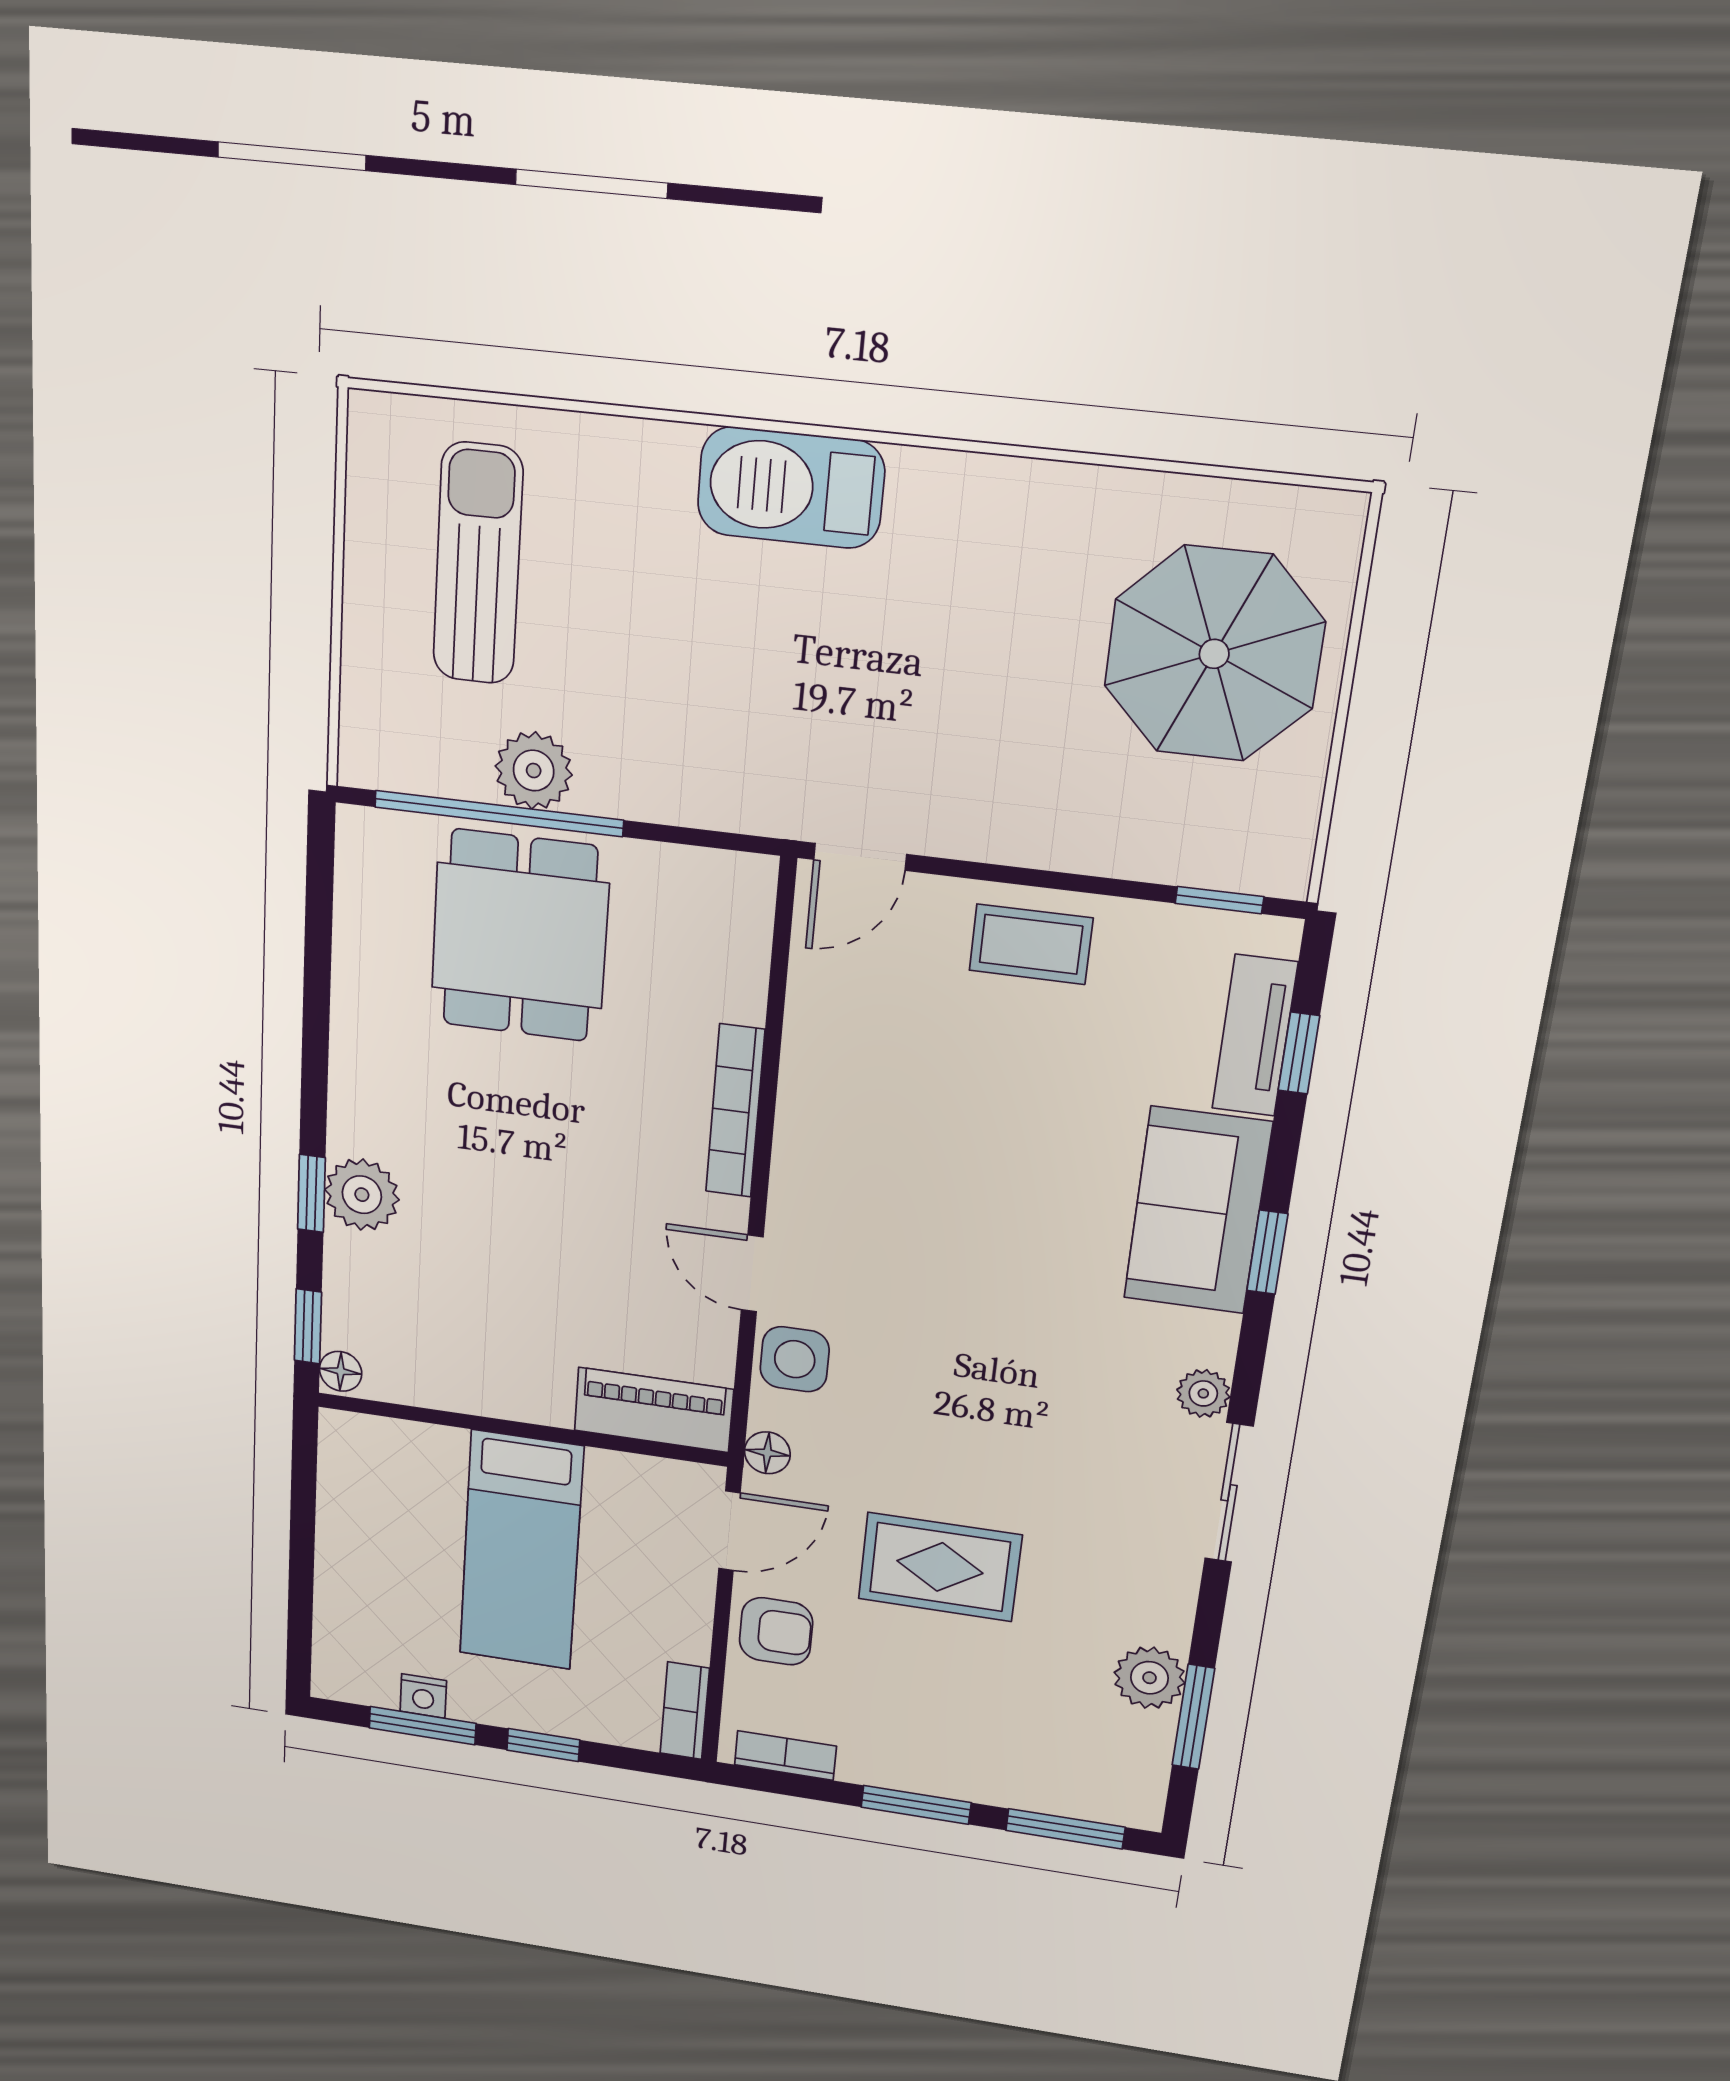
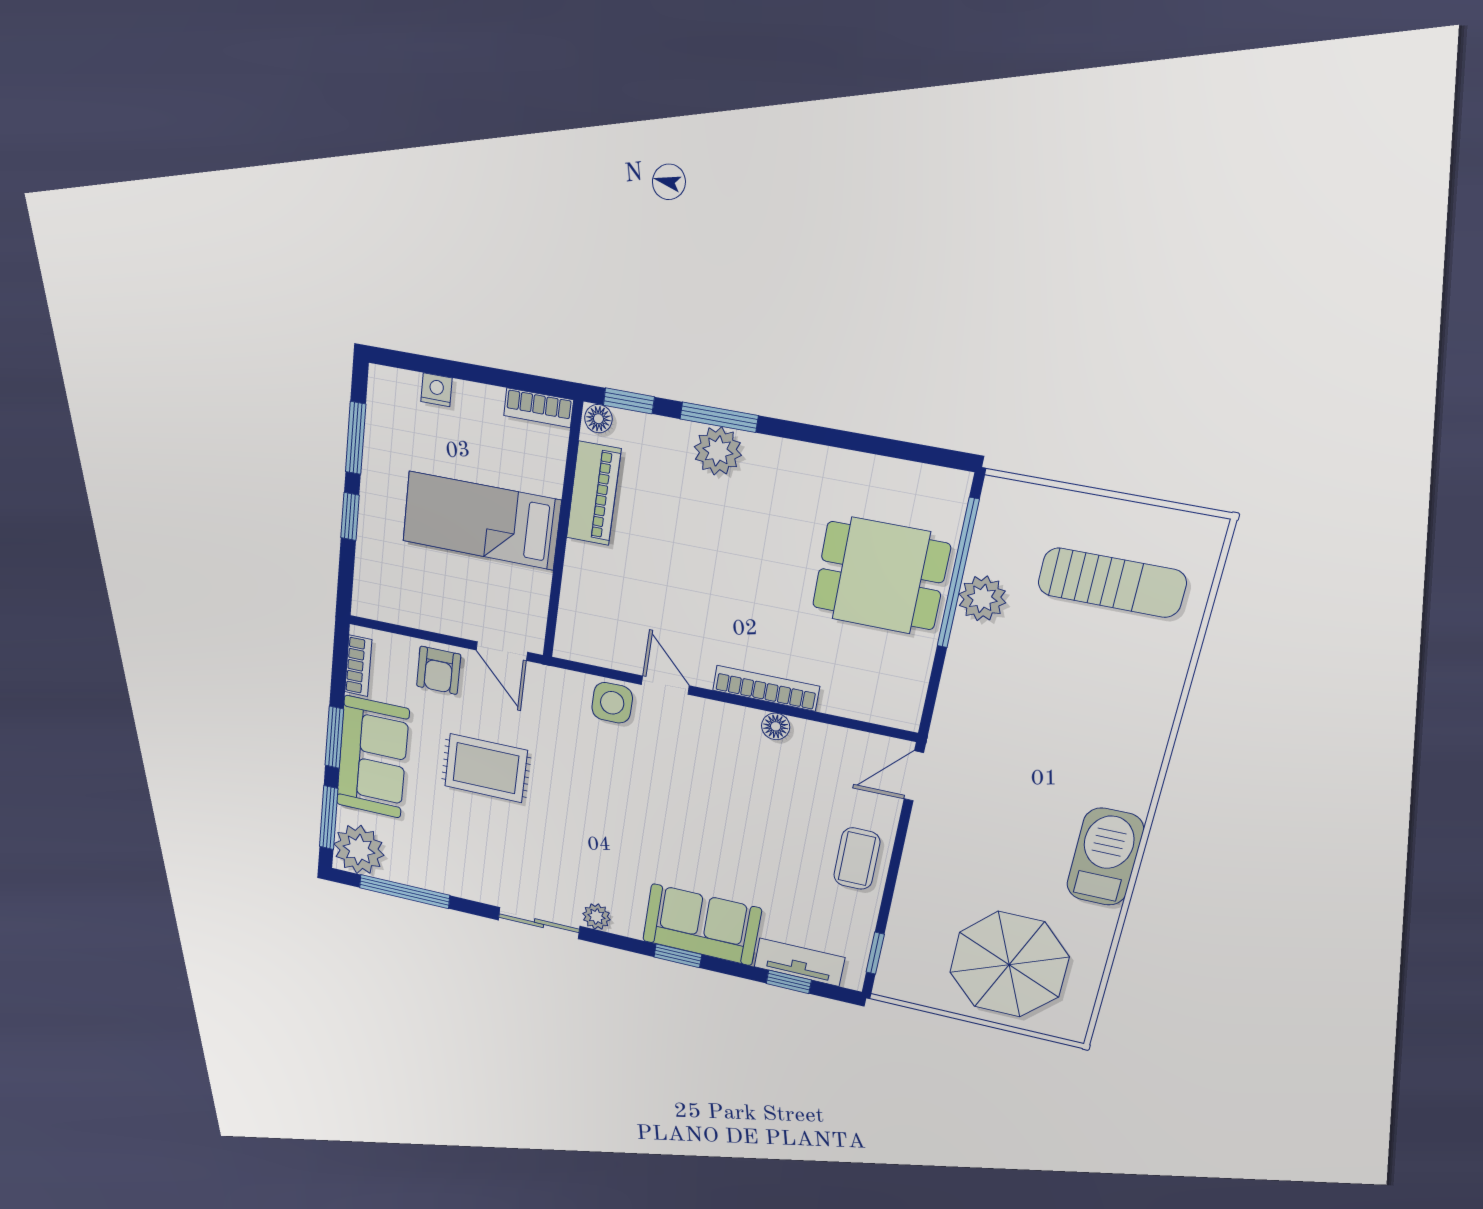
barbecue: (791, 488) -> (1105, 857), moved
door: (860, 857) -> (914, 776), hinge flipped
window: (311, 1193) -> (719, 417), width x1.50
door: (752, 1273) -> (665, 685), hinge flipped
piano: (654, 1410) -> (594, 493), moved
floor lamp: (767, 1453) -> (776, 726), moved
rug: (940, 1567) -> (486, 768), turned 90
plant: (1149, 1678) -> (359, 850), moved, width x1.36, depth x1.36
nightstand: (423, 1696) -> (436, 390), moved, turned 90
bookcase: (685, 1711) -> (539, 408), moved, turned 180
window: (1193, 1717) -> (404, 892), width x1.44
sofa: (944, 1747) -> (373, 757), added

